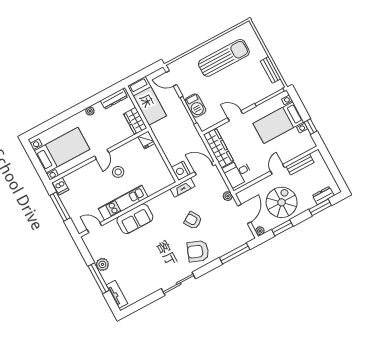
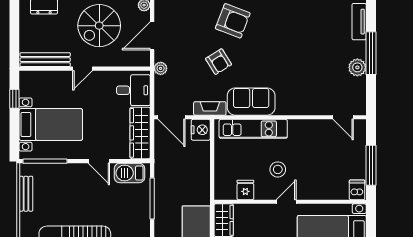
barbecue: (196, 105) -> (129, 173), moved, turned -90
fridge: (146, 140) -> (245, 190), moved
bench: (300, 164) -> (45, 60), width x1.36
kitchen unit: (123, 203) -> (253, 129), moved
sofa: (135, 219) -> (251, 102), moved

